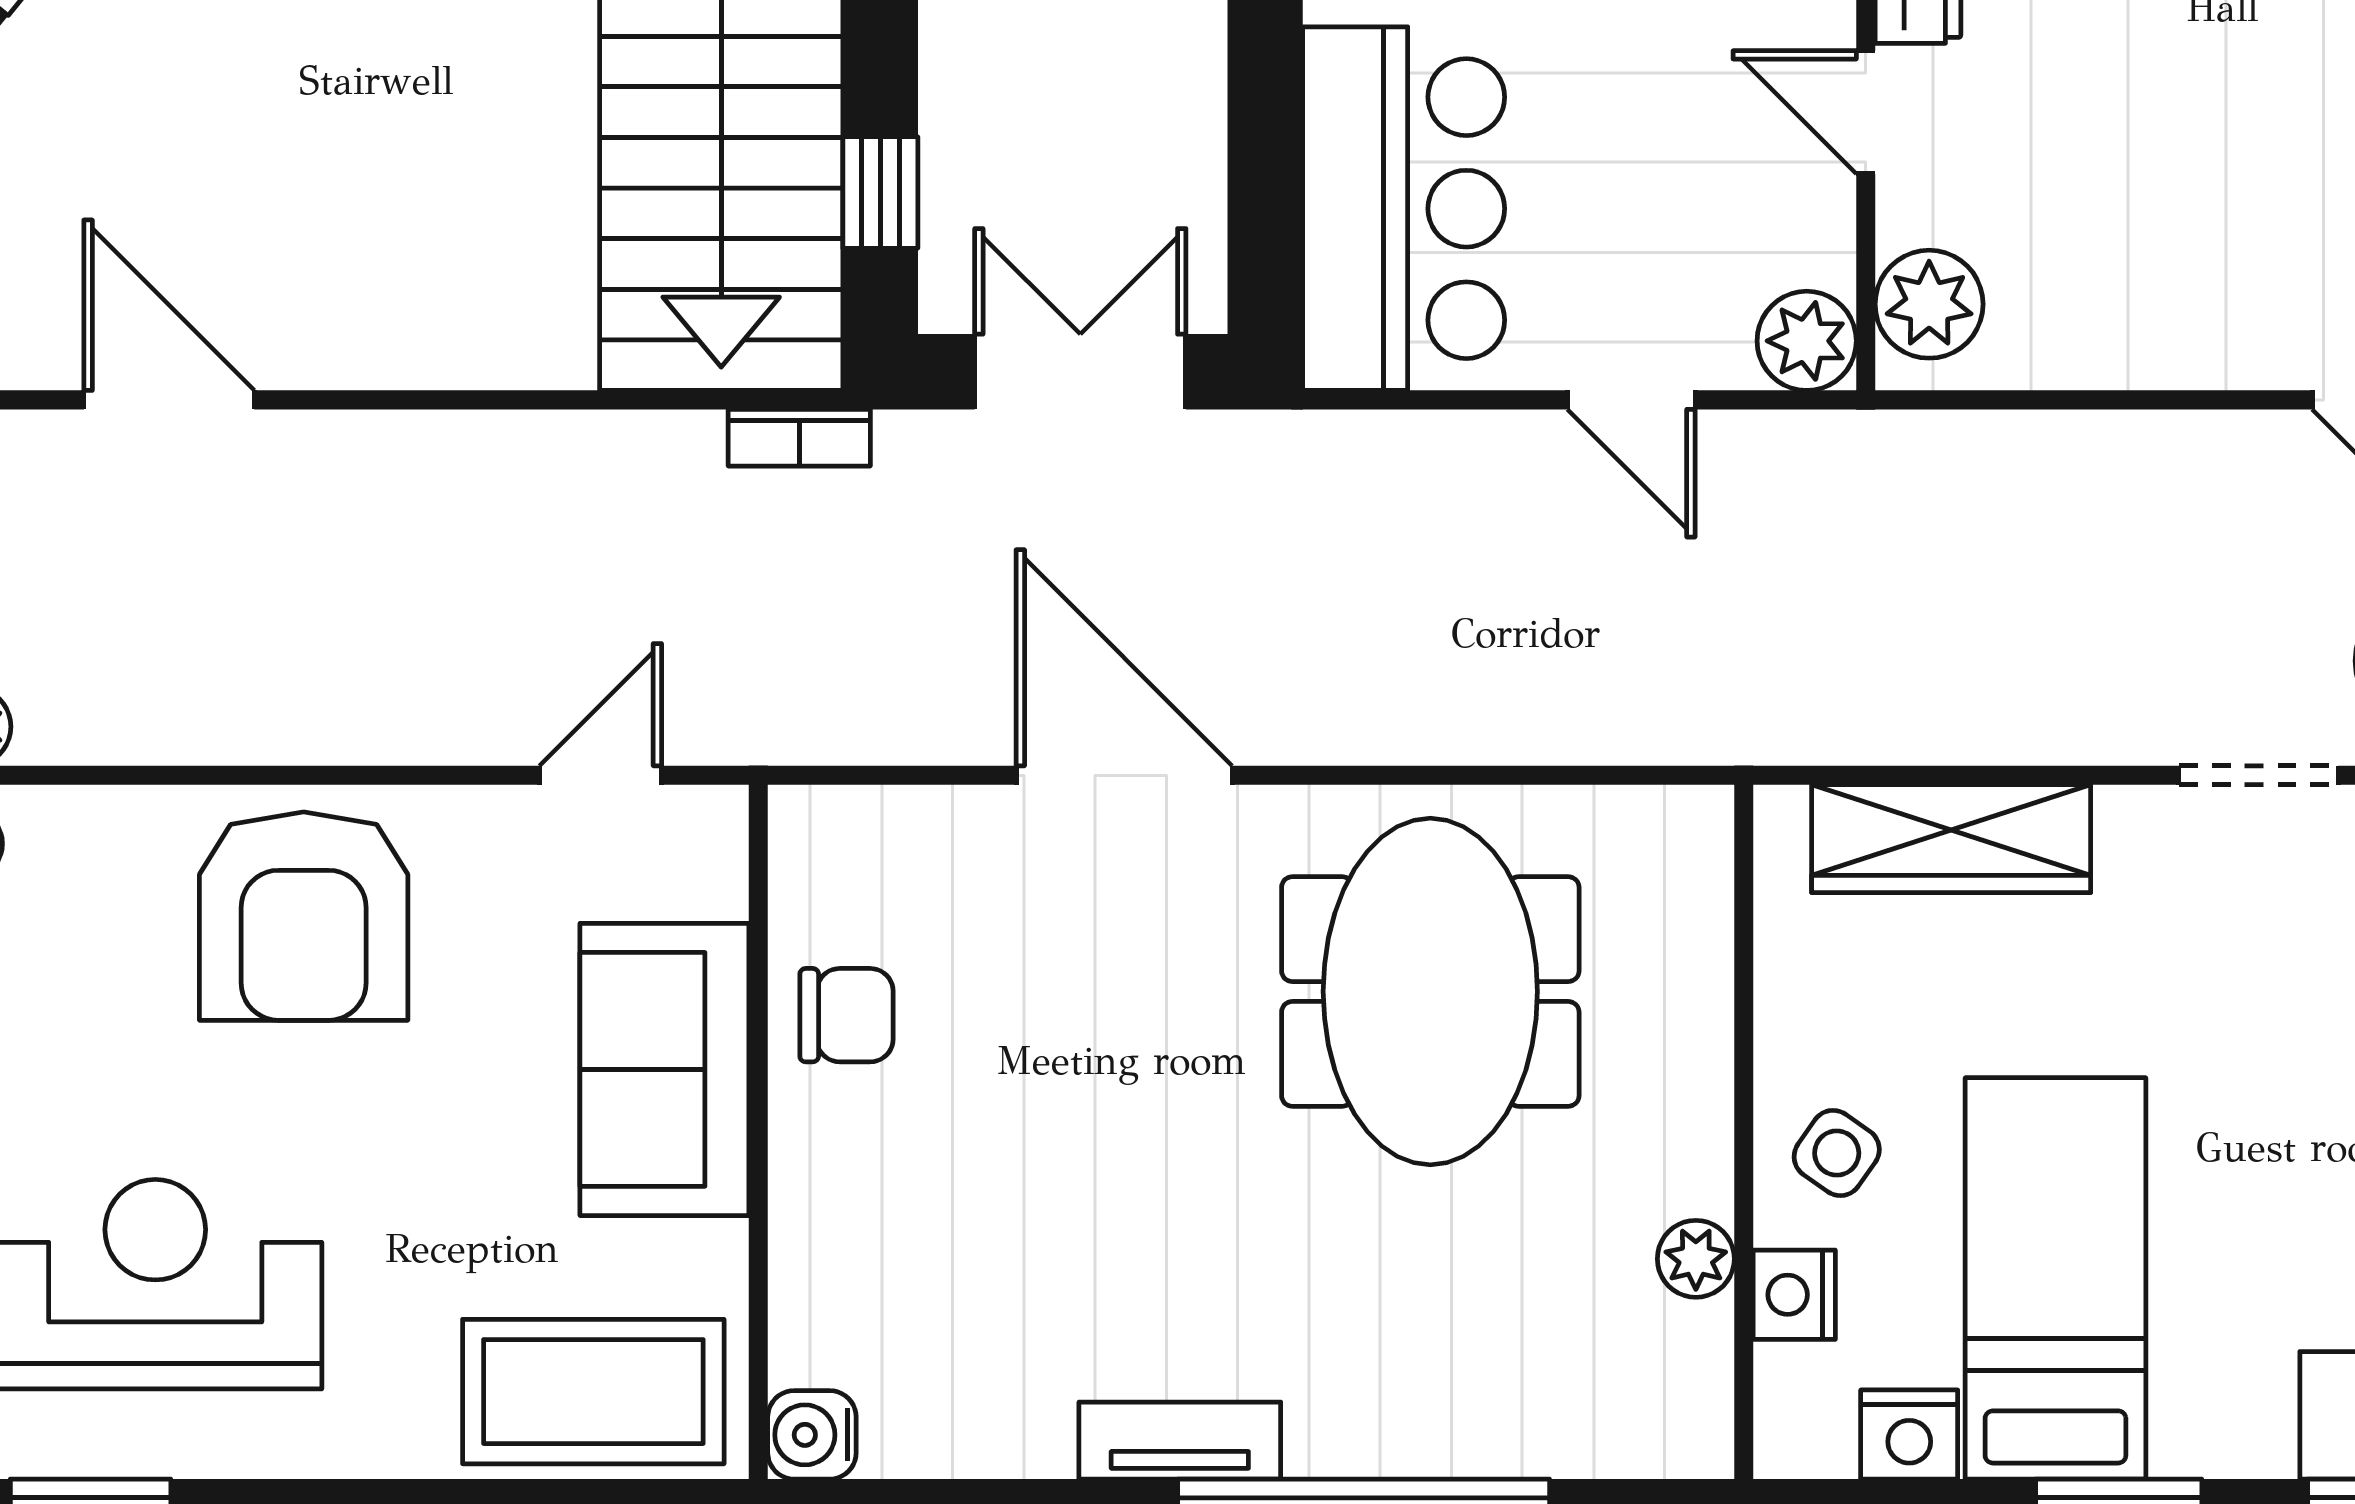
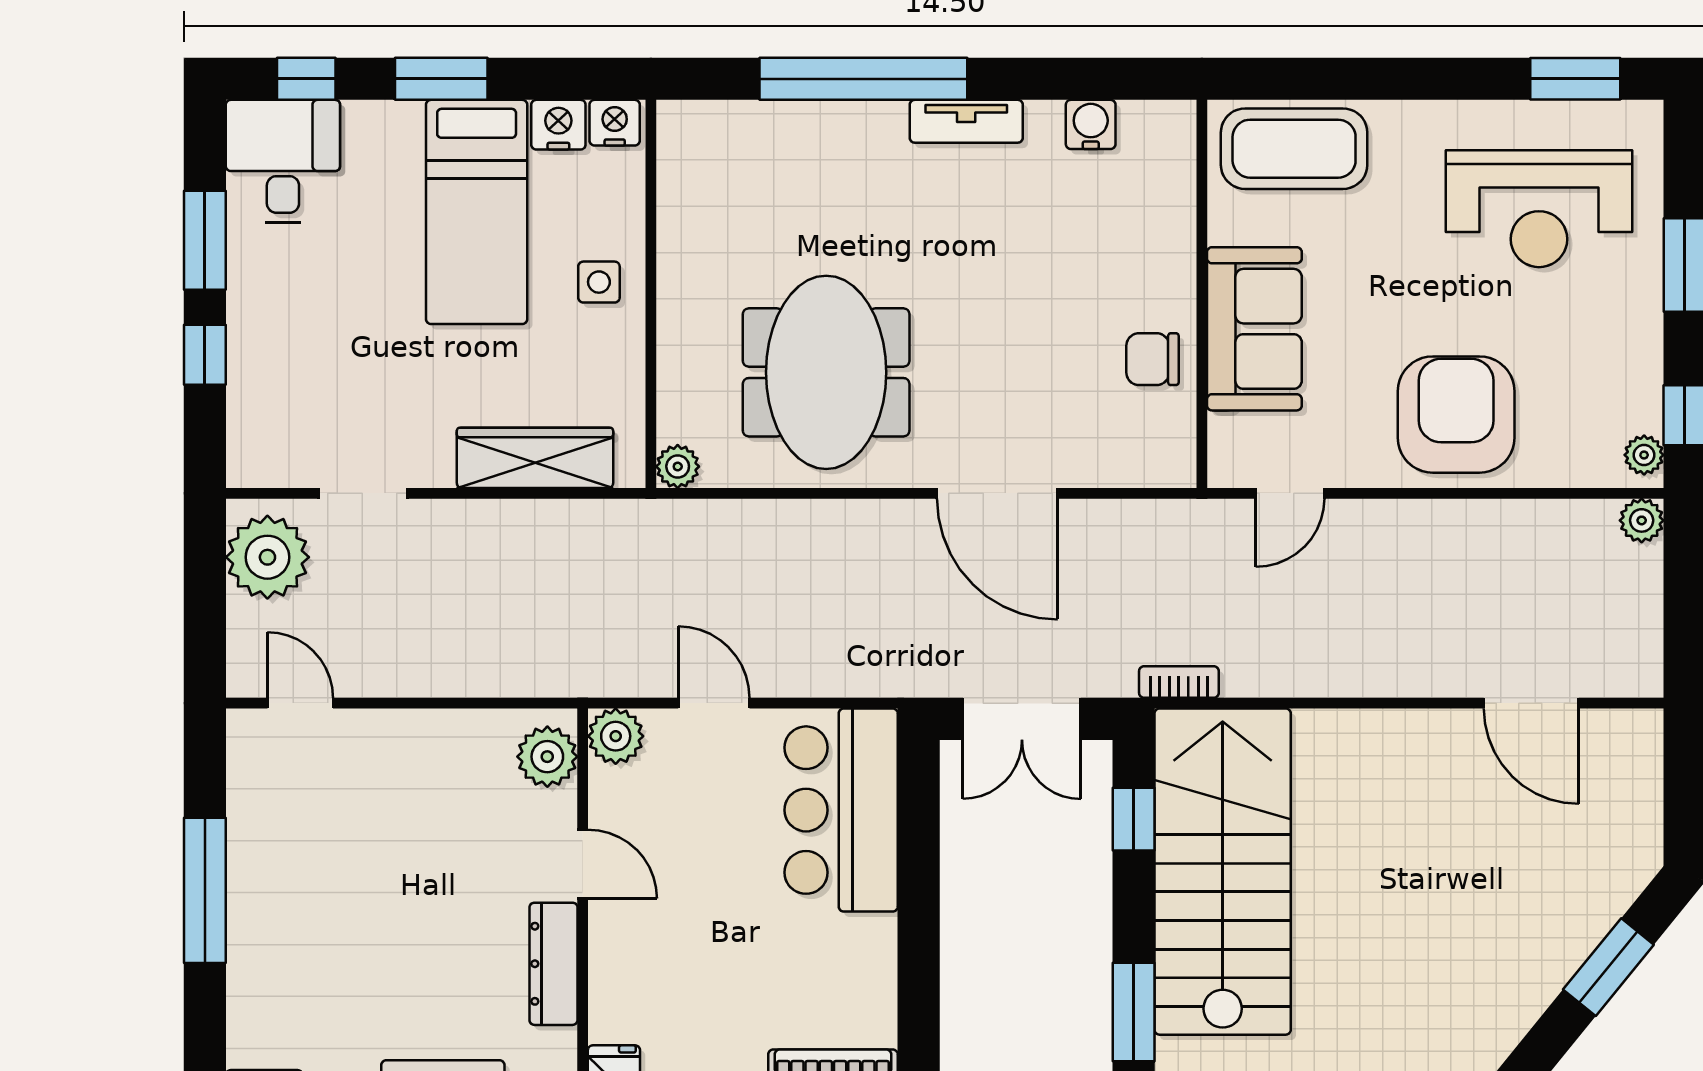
side table: (1837, 1153) -> (599, 282), turned -35
plant: (1696, 1259) -> (678, 466), moved
nightstand: (1794, 1295) -> (615, 123), moved, turned -90
water cooler: (812, 1435) -> (1091, 124), moved, turned -90

